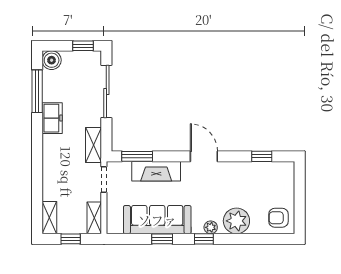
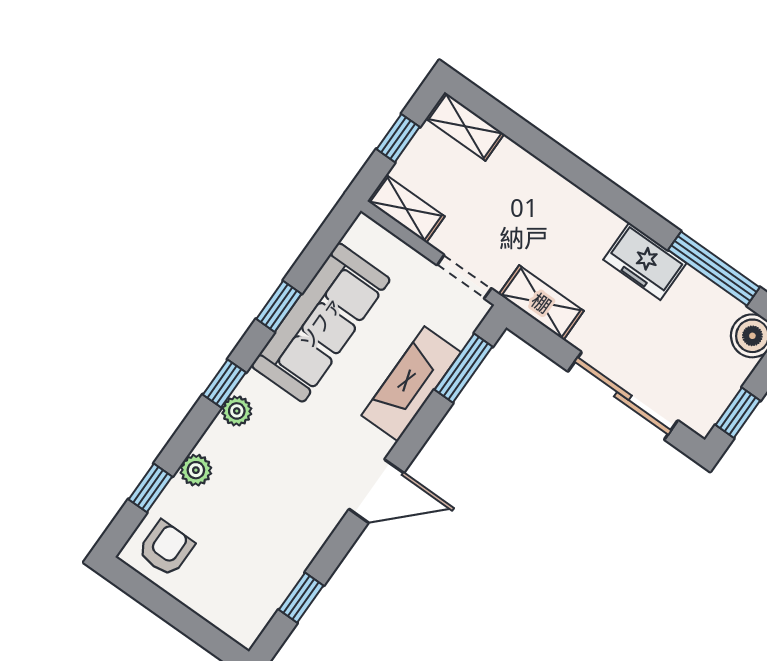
plant: (236, 221) -> (196, 470), width x0.53, depth x0.53
window: (261, 239) -> (150, 488), added

